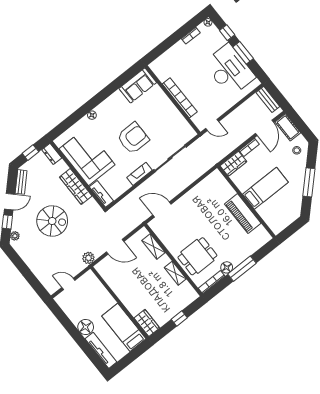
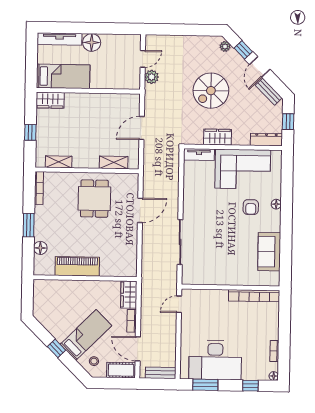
window: (243, 53) -> (205, 385), moved
sofa: (138, 85) -> (269, 252), moved
bookcase: (180, 98) -> (254, 296), moved
armchair: (133, 138) -> (251, 207), moved, width x0.53, depth x0.53
dresser: (52, 154) -> (266, 140), width x1.44
fireplace: (139, 174) -> (189, 203), removed
window: (309, 182) -> (56, 348), width x0.46
wardrobe: (76, 187) -> (217, 137), width x0.67
bed: (265, 188) -> (86, 335), moved, turned -135
door: (162, 210) -> (140, 210), moved
dining table: (197, 256) -> (94, 199), moved
plant: (88, 258) -> (152, 77), moved
floor lamp: (227, 267) -> (40, 248), moved
window: (242, 269) -> (29, 225), width x0.69
shelving: (175, 273) -> (59, 162), moved

